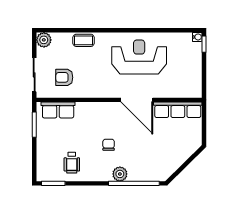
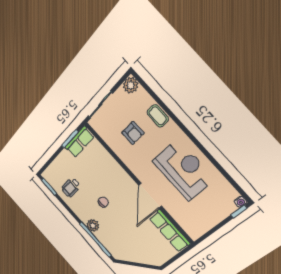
armchair: (64, 77) -> (133, 133), moved, turned 180
row of seats: (58, 110) -> (79, 142), moved, turned -90

